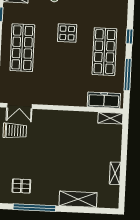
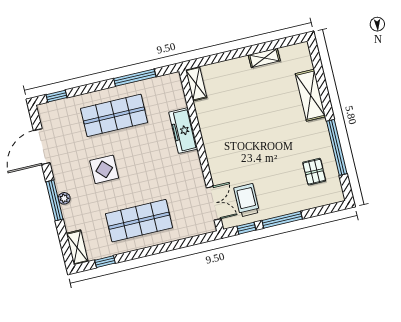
window: (129, 36) -> (57, 96), moved
freezer: (104, 100) -> (183, 131), moved

